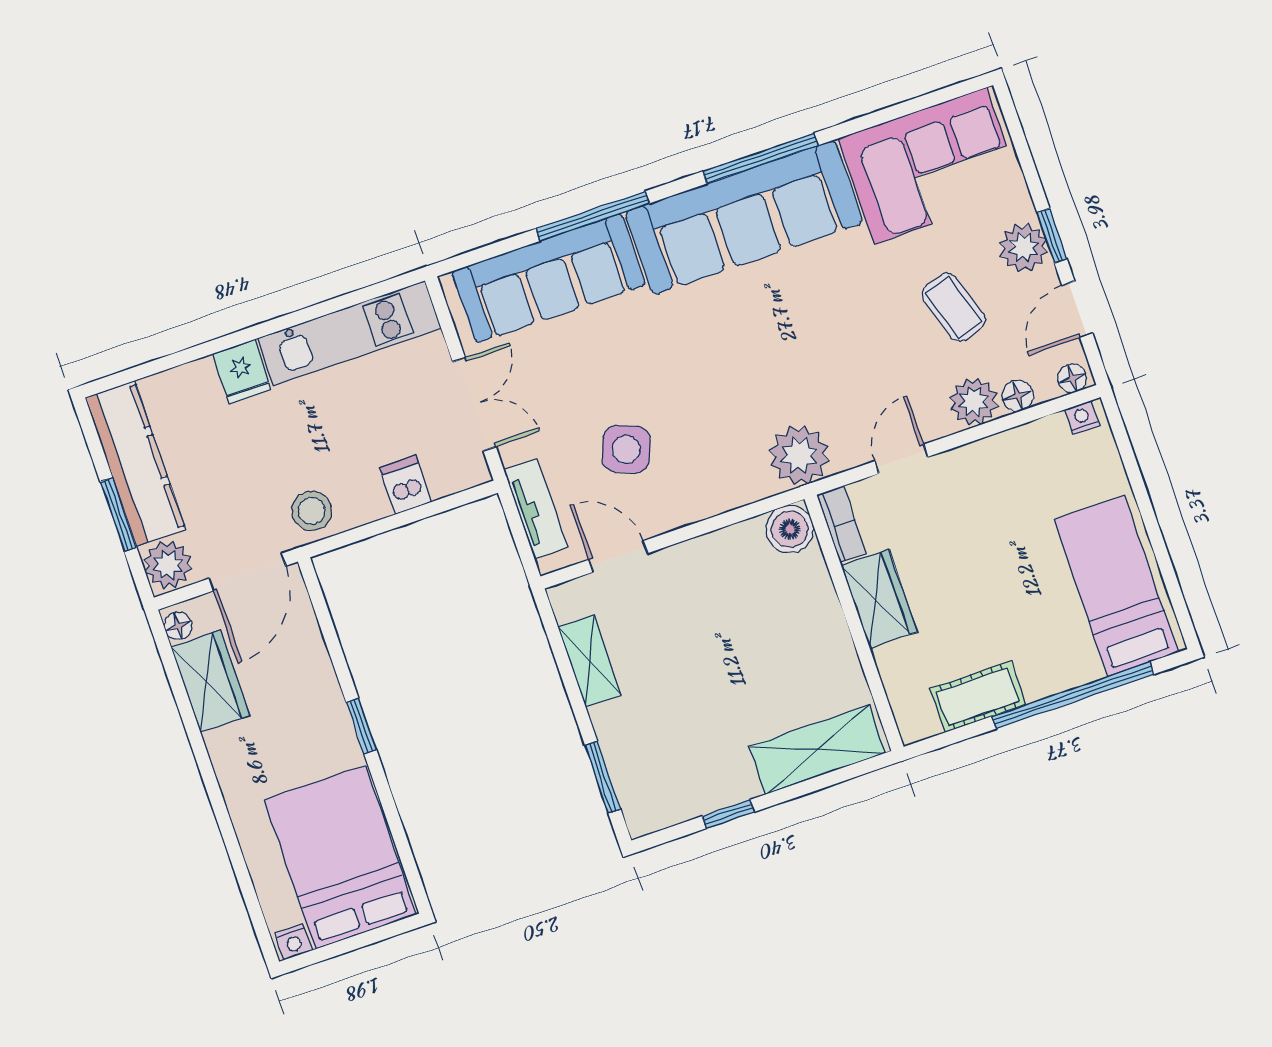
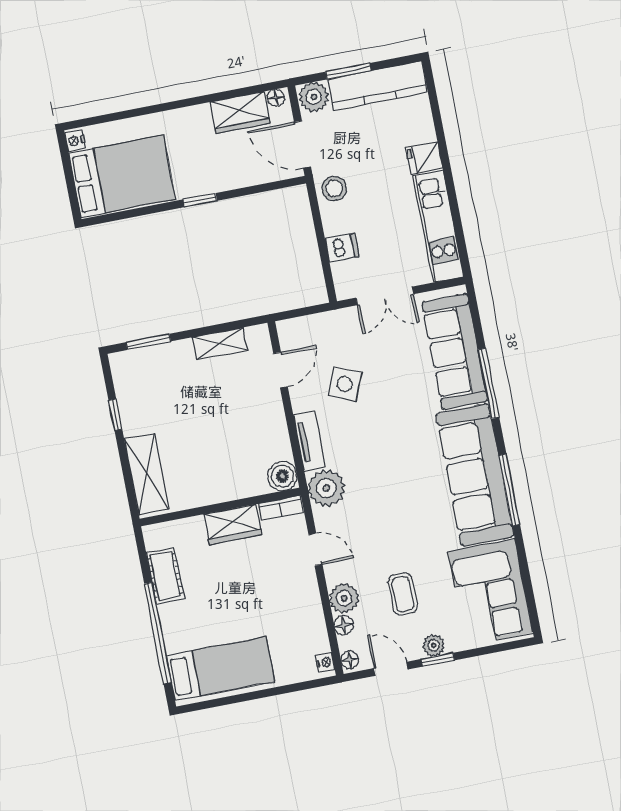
plant: (1023, 248) -> (434, 645), width x0.73, depth x0.73
coffee table: (954, 307) -> (403, 594), turned -72
tv unit: (536, 509) -> (309, 441), moved, turned -90

